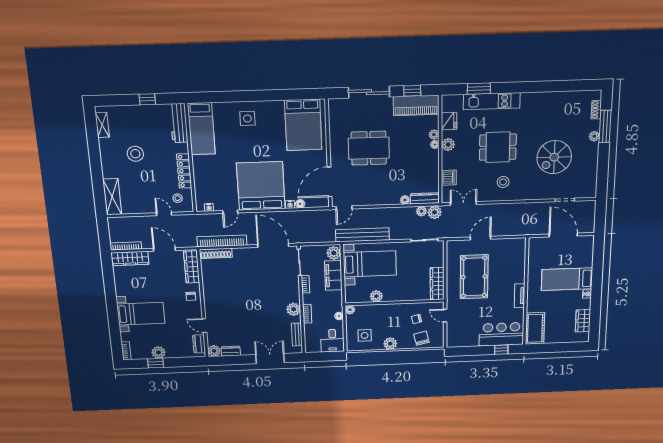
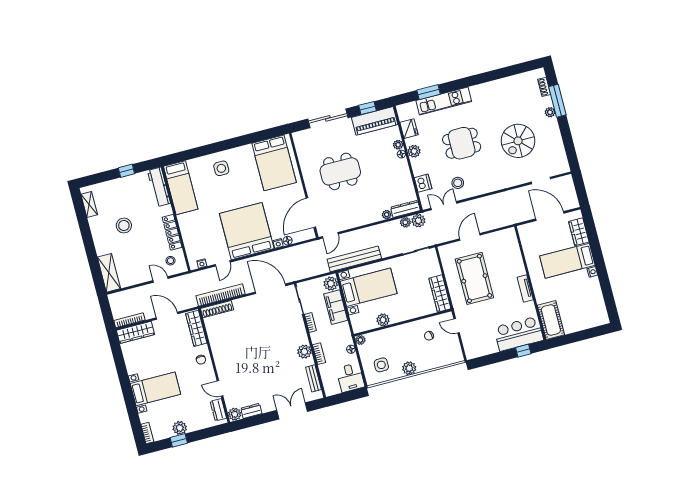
stool: (503, 182) -> (458, 183), moved
wardrobe: (583, 321) -> (579, 232), moved
chair: (421, 338) -> (439, 356), removed

